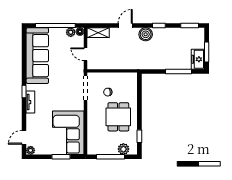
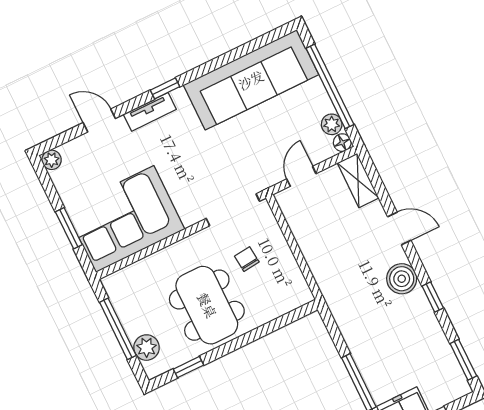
dining table: (118, 117) -> (207, 305), width x1.38
door: (24, 137) -> (99, 120), moved

